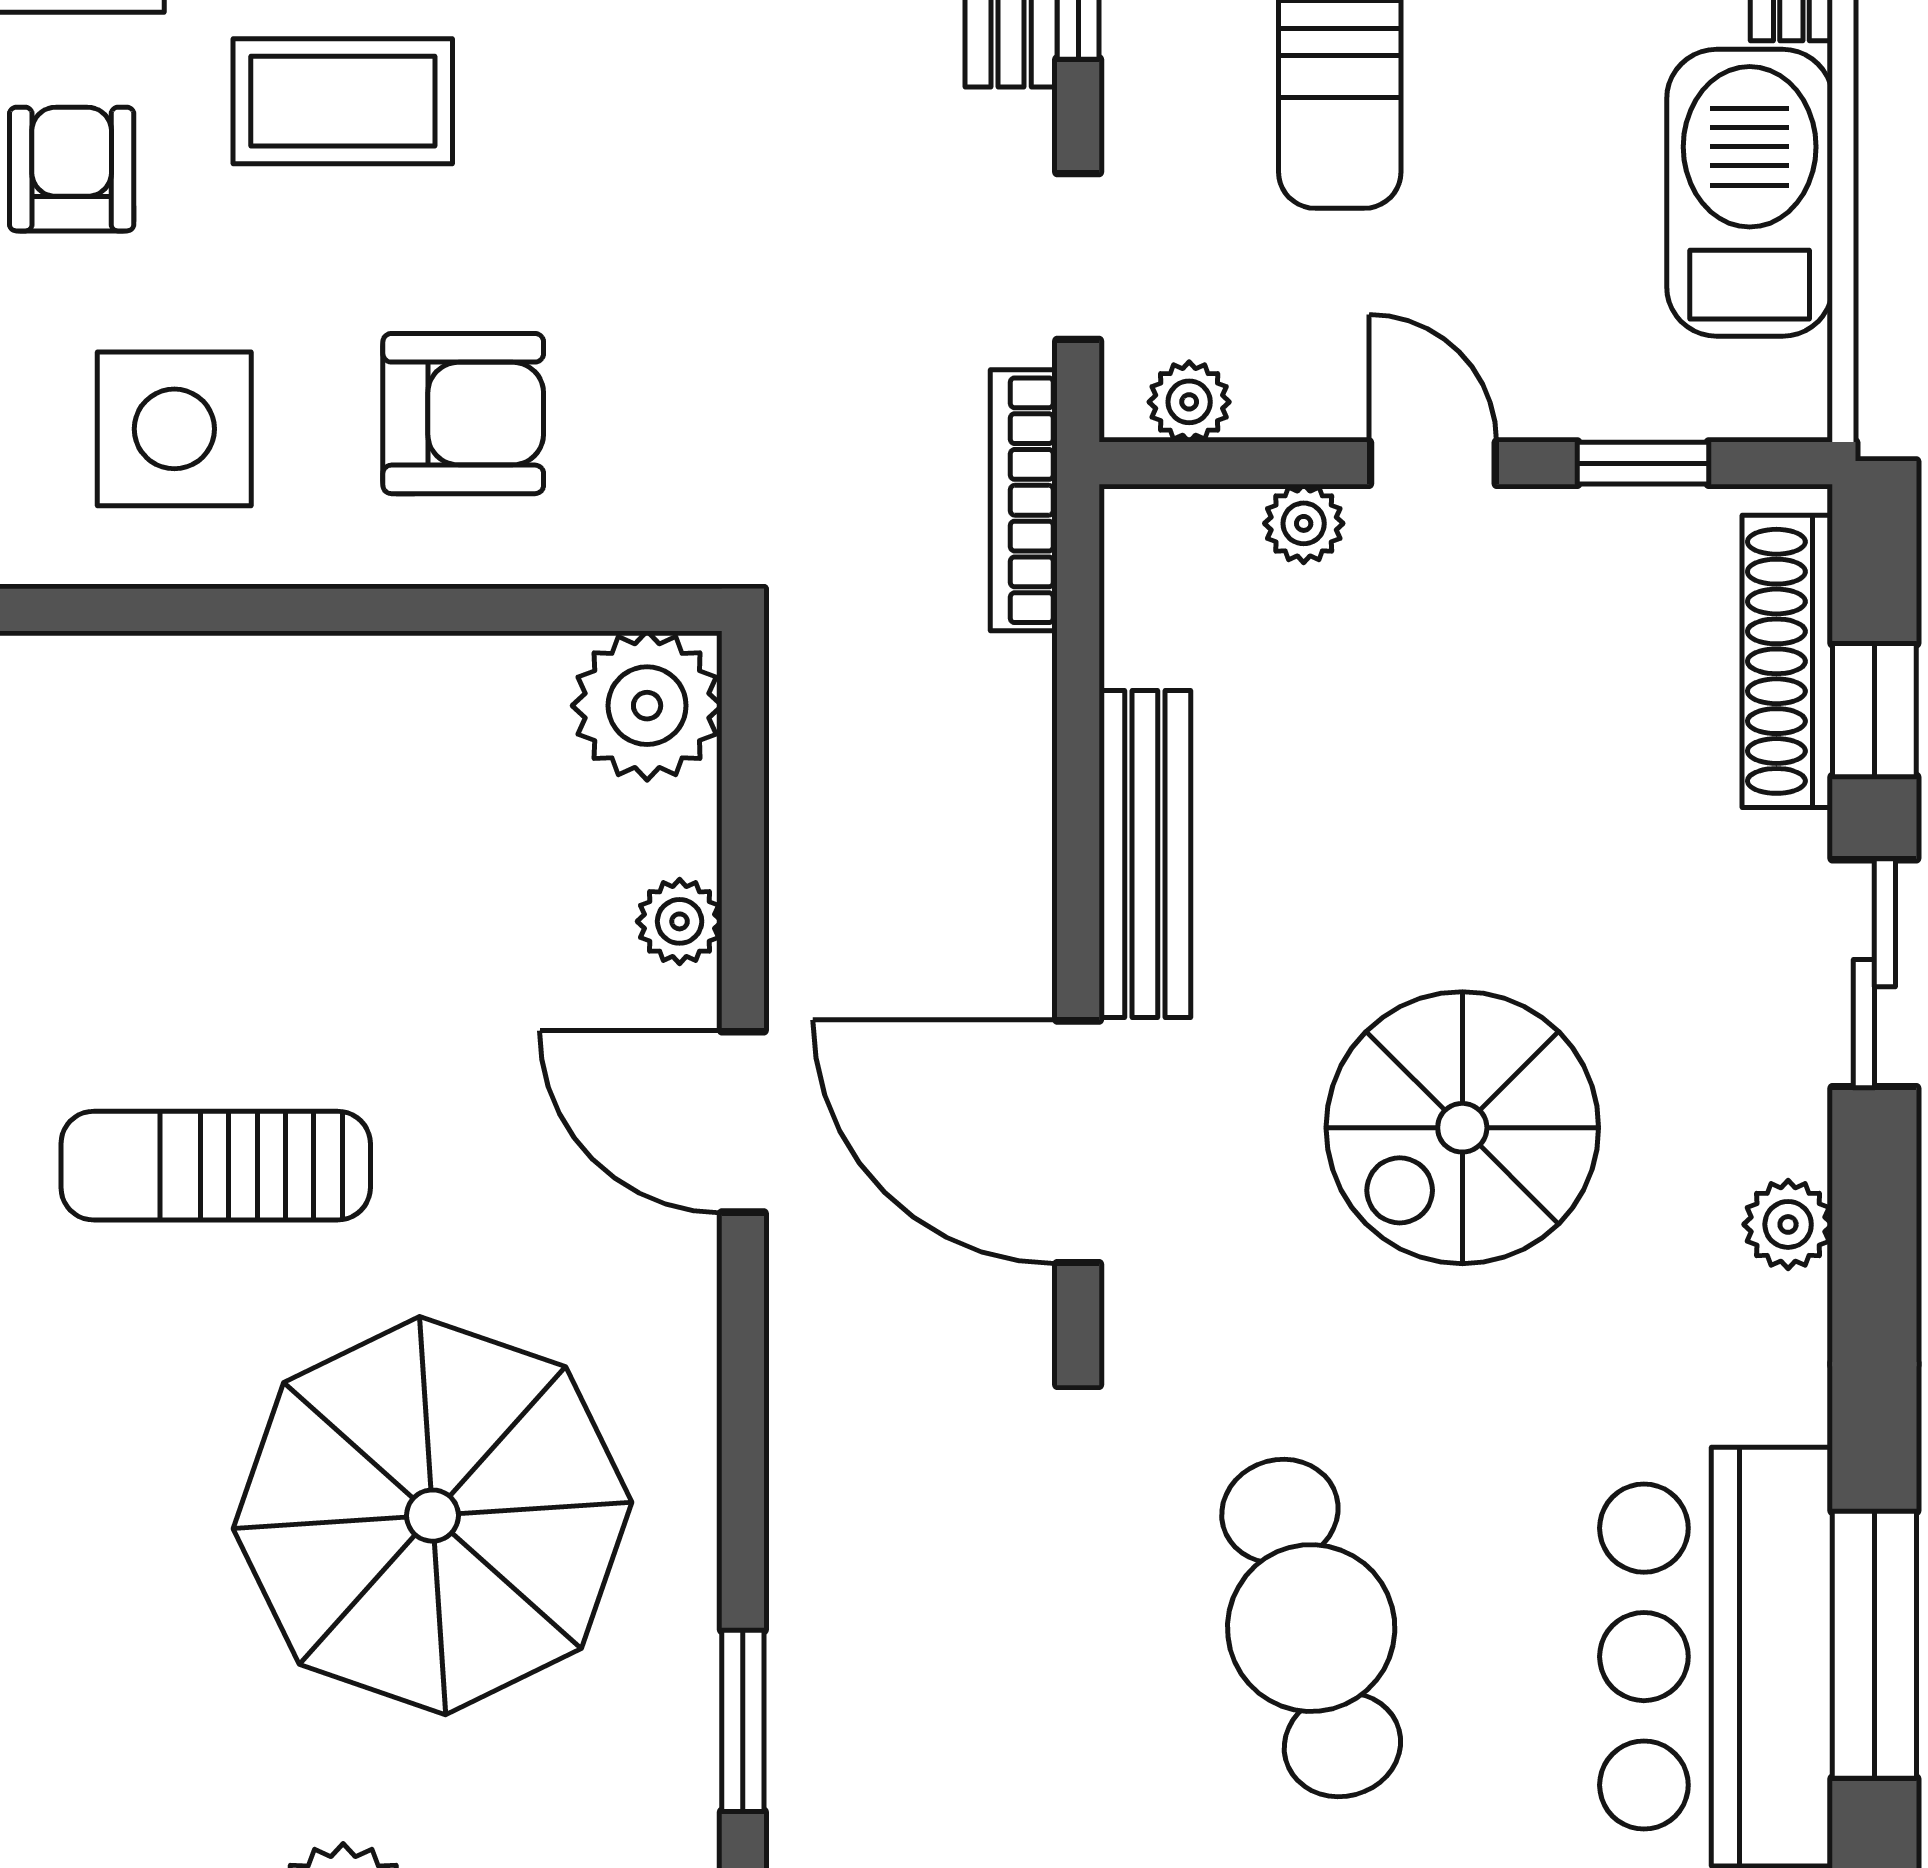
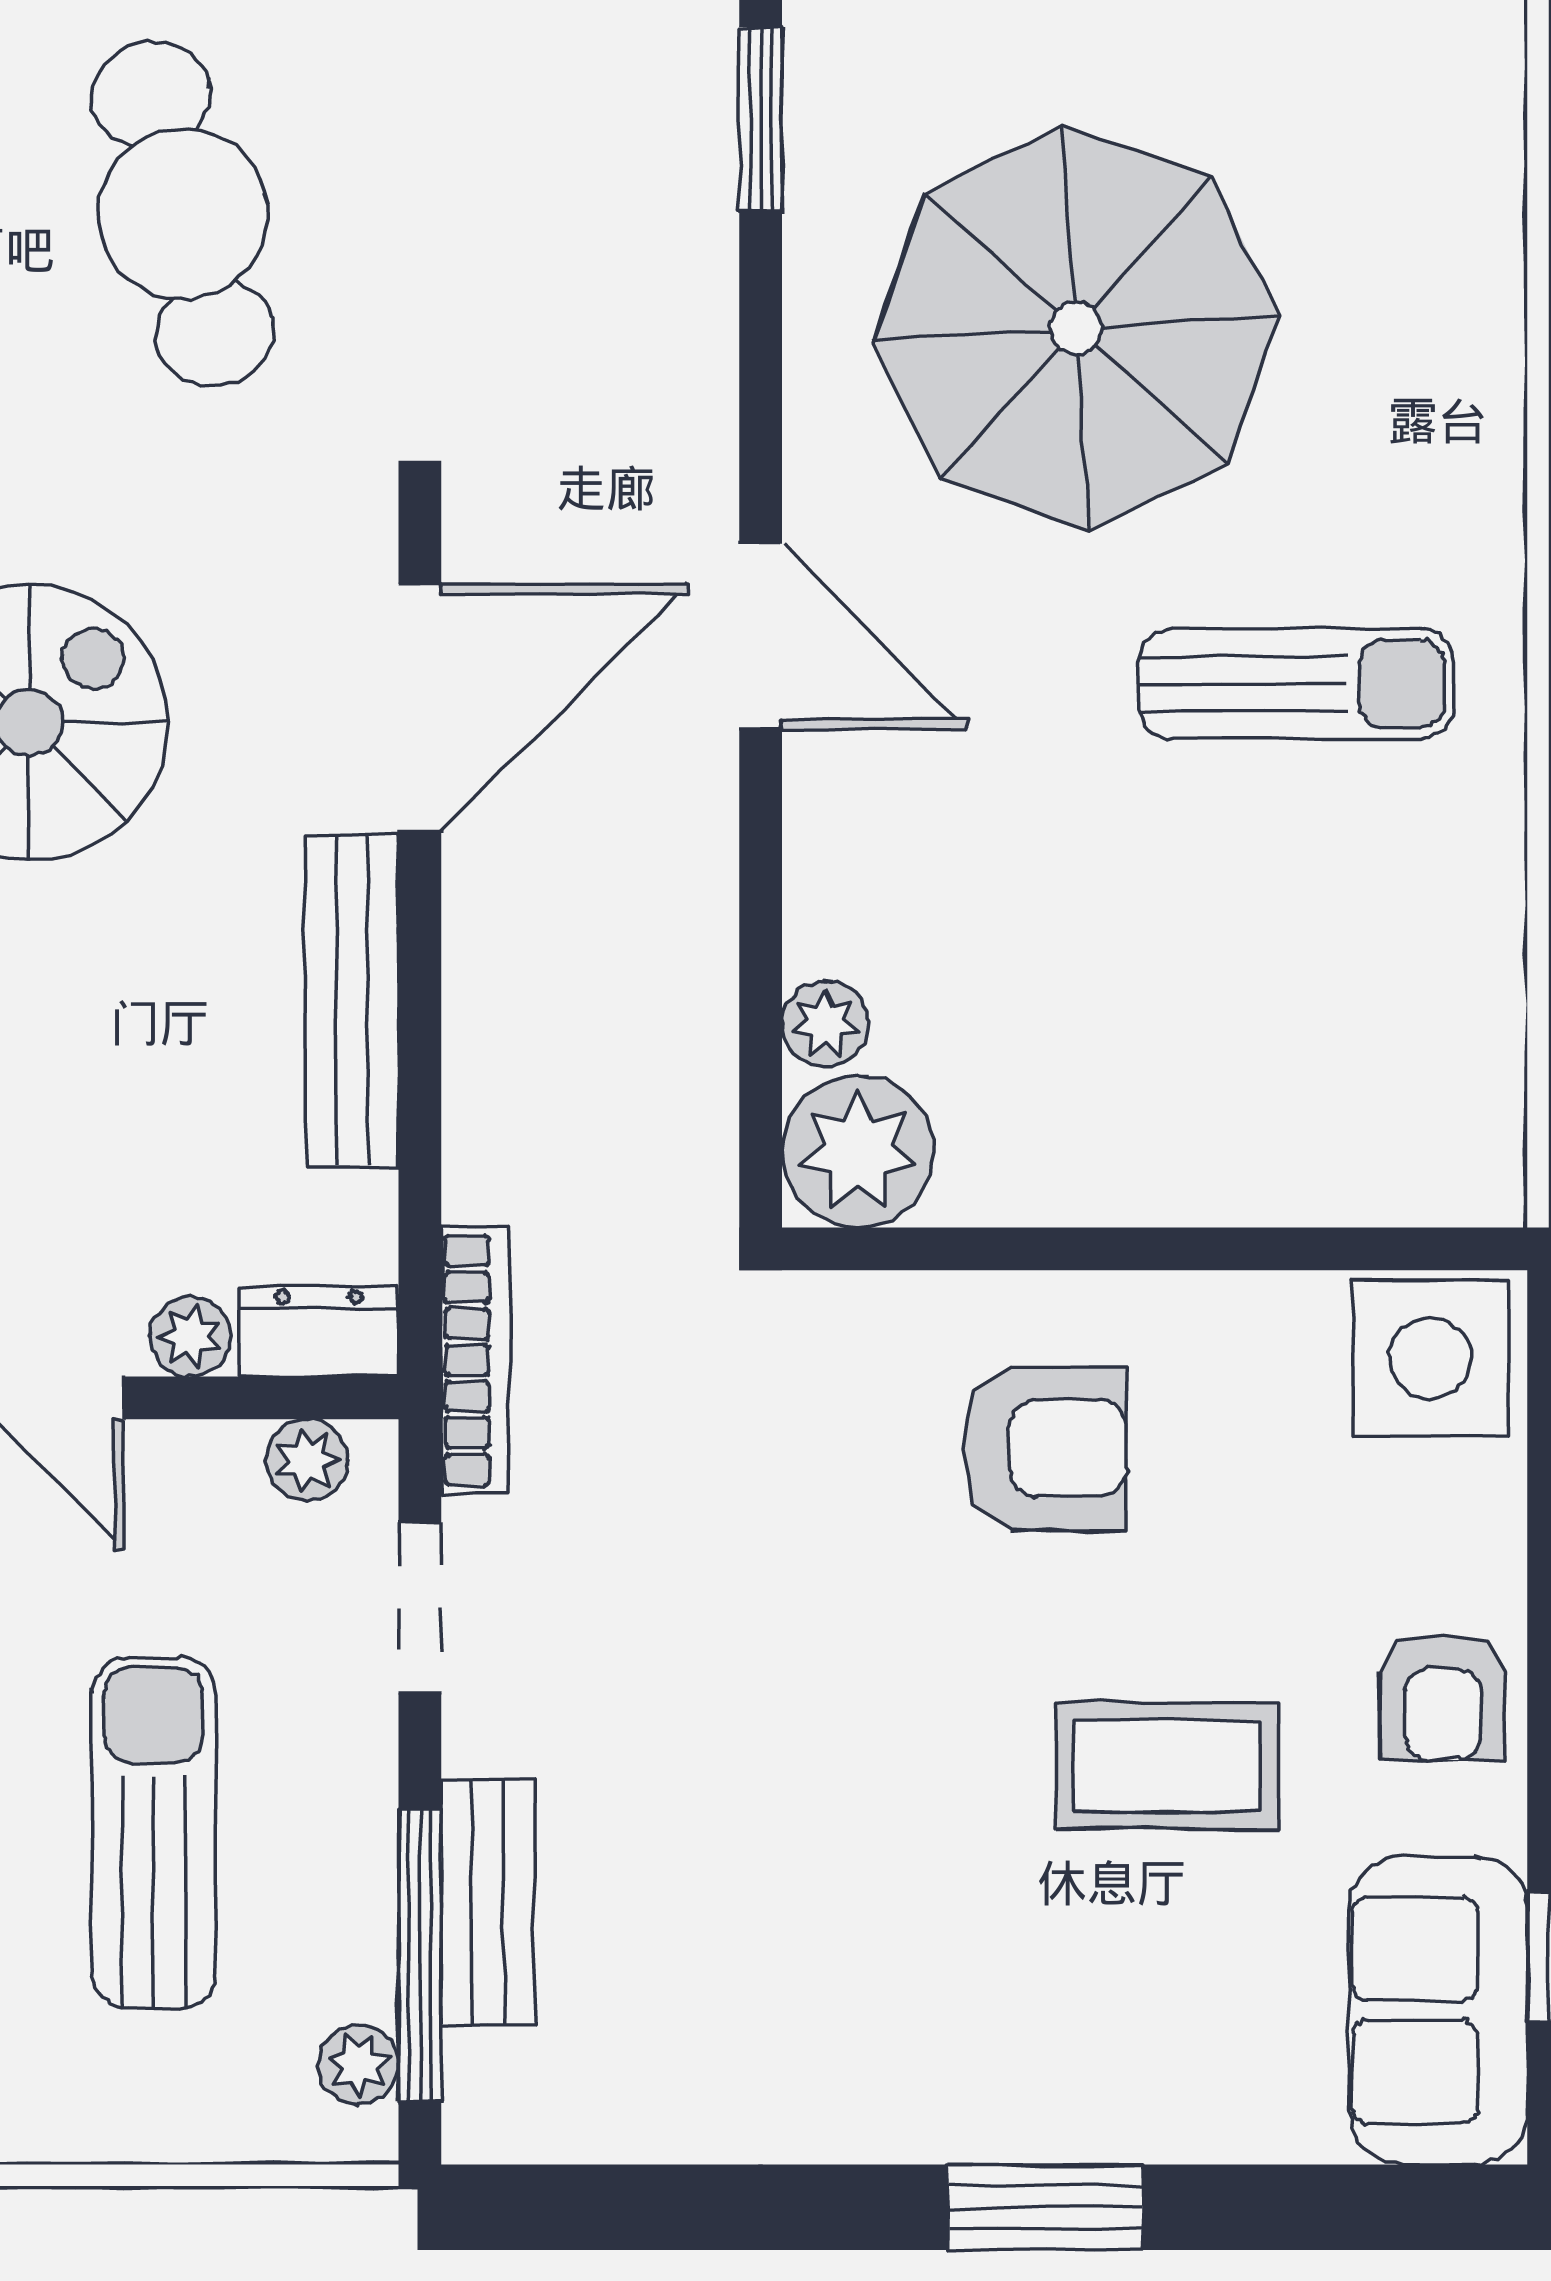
armchair: (463, 414) -> (1045, 1448), turned 180
side table: (174, 429) -> (1430, 1358), moved
dresser: (1178, 528) -> (319, 1332), added
plant: (680, 921) -> (825, 1024), moved
door: (743, 1122) -> (761, 636), moved
door: (1078, 1142) -> (420, 708), hinge flipped

